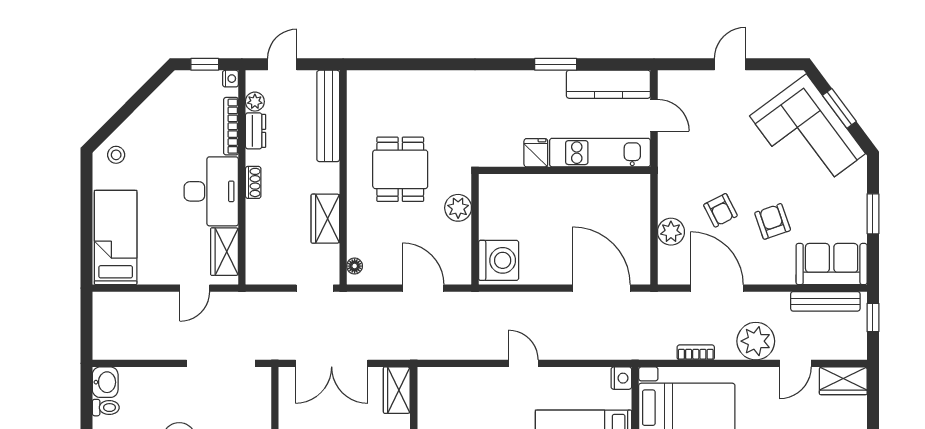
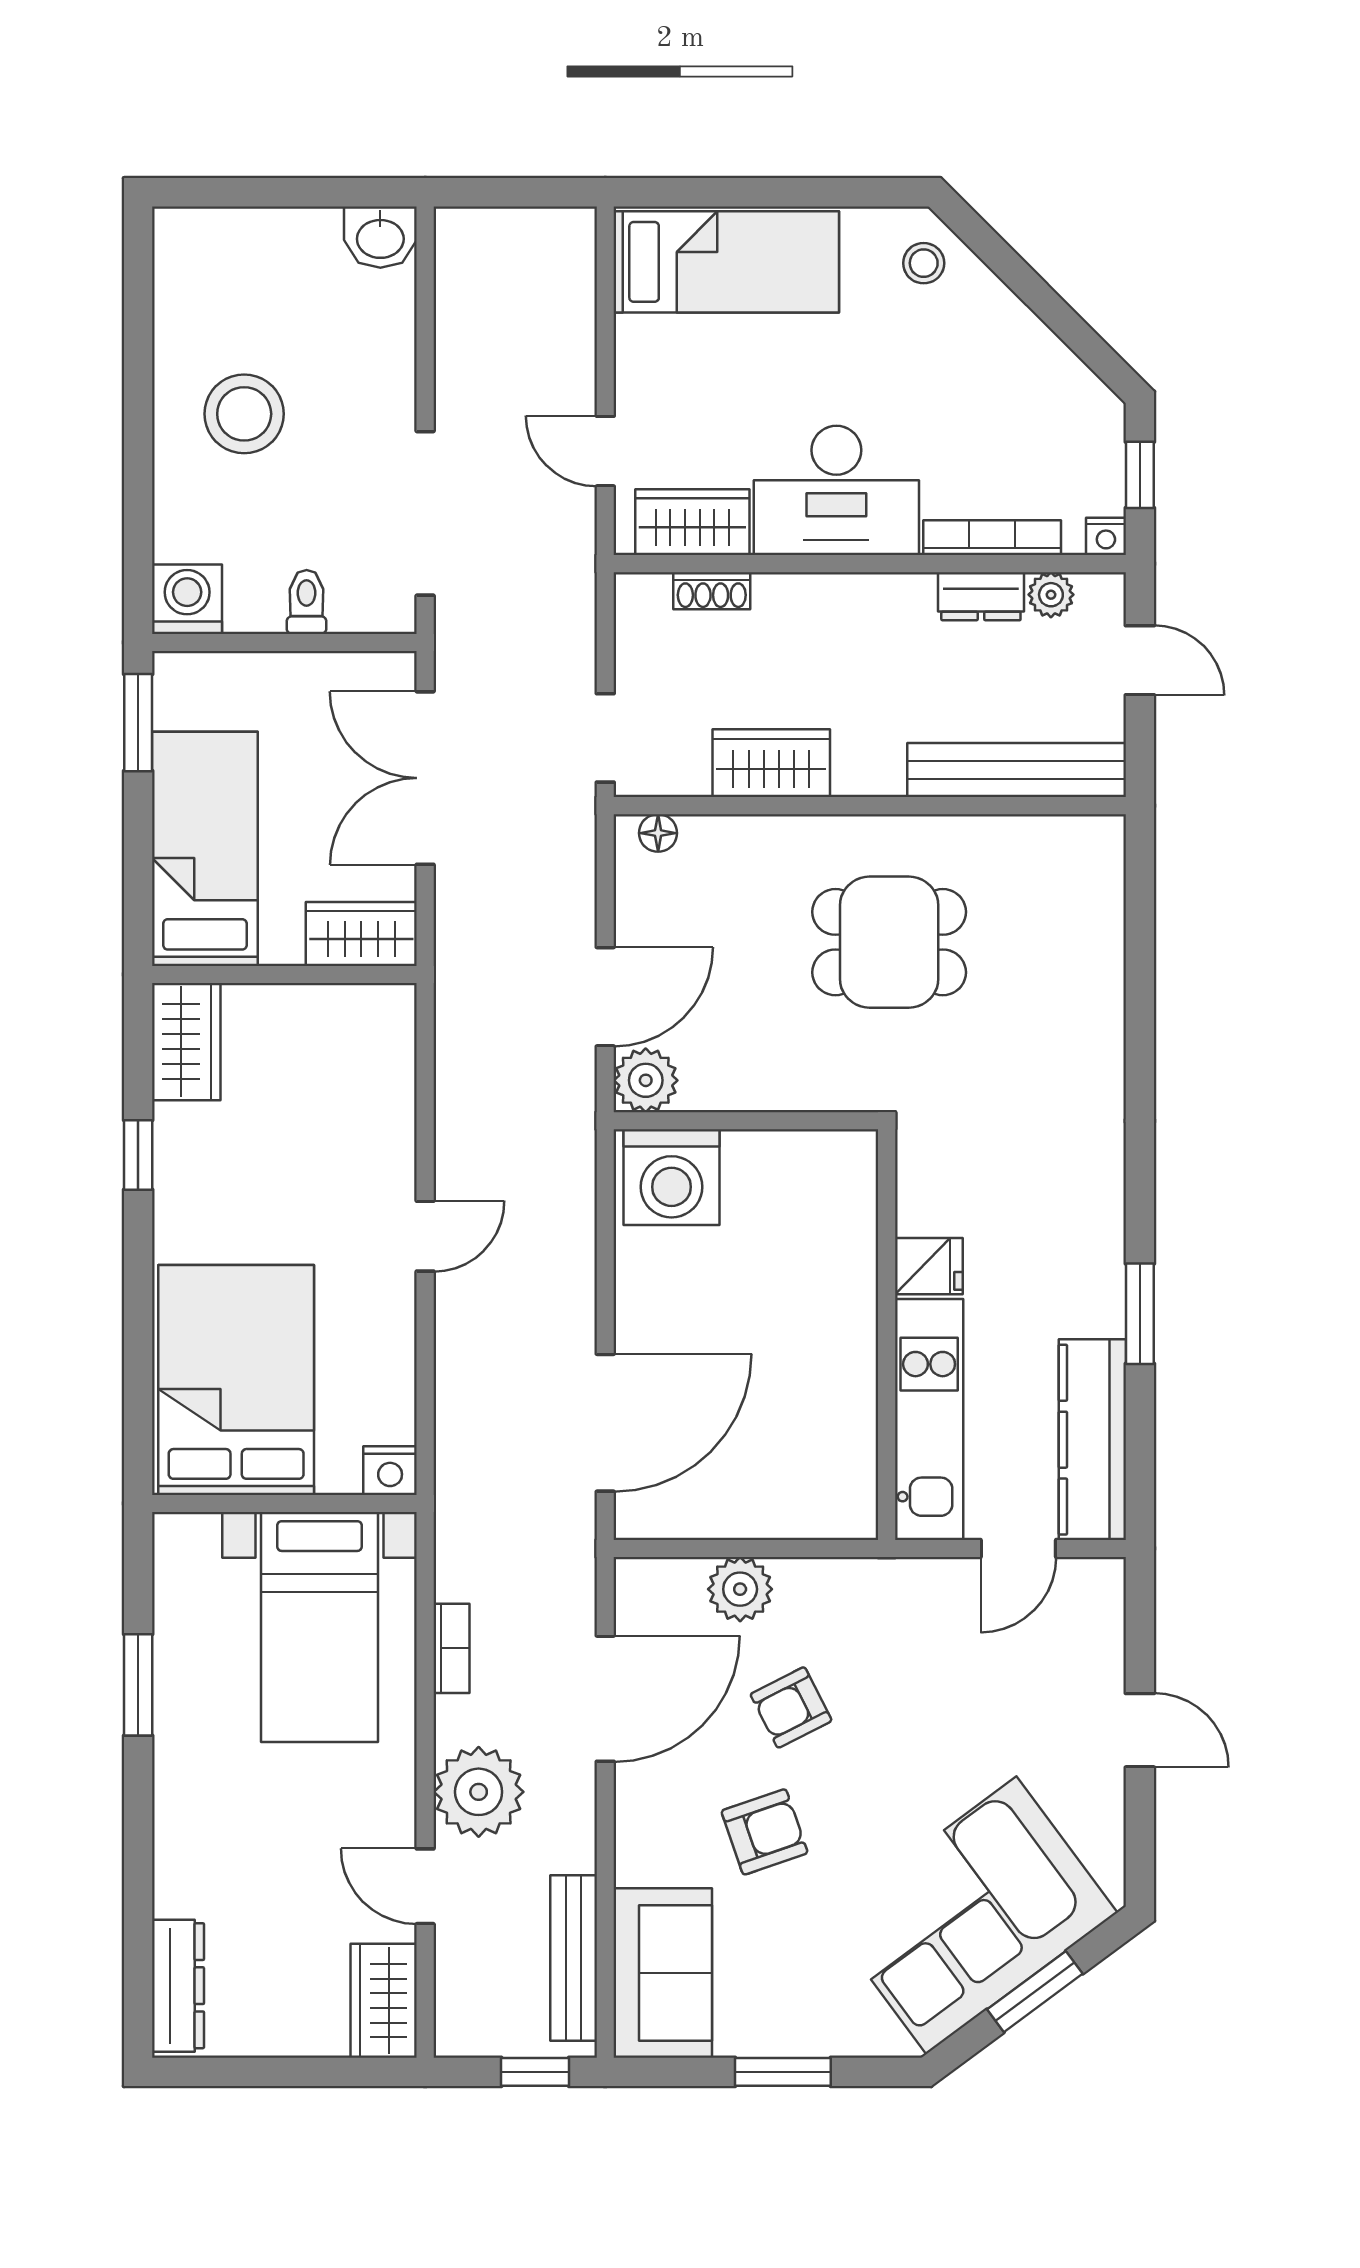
shoe rack: (253, 182) -> (712, 591), moved
plant: (458, 208) -> (646, 1080), moved
toilet: (106, 408) -> (307, 602), moved, turned 180

